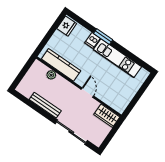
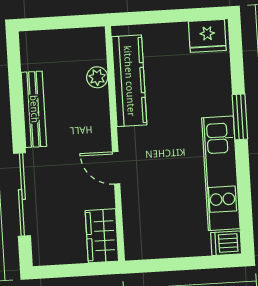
dishwasher: (93, 41) -> (226, 243), moved
door: (87, 93) -> (116, 168), swing flipped

